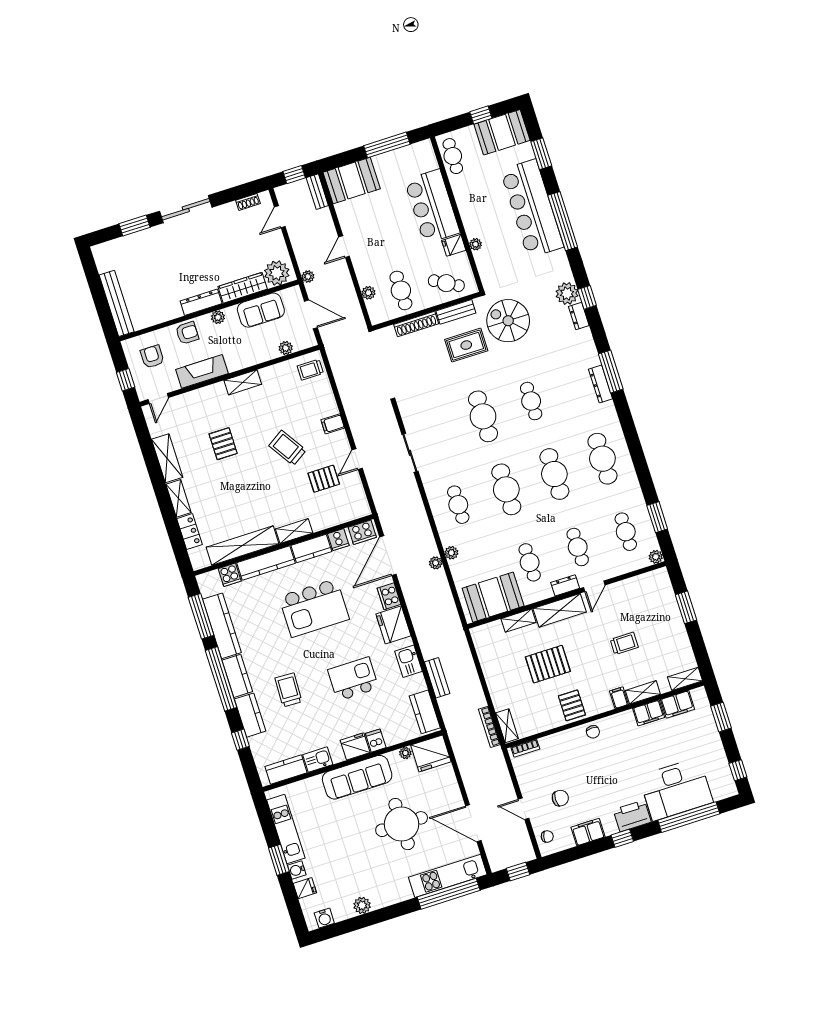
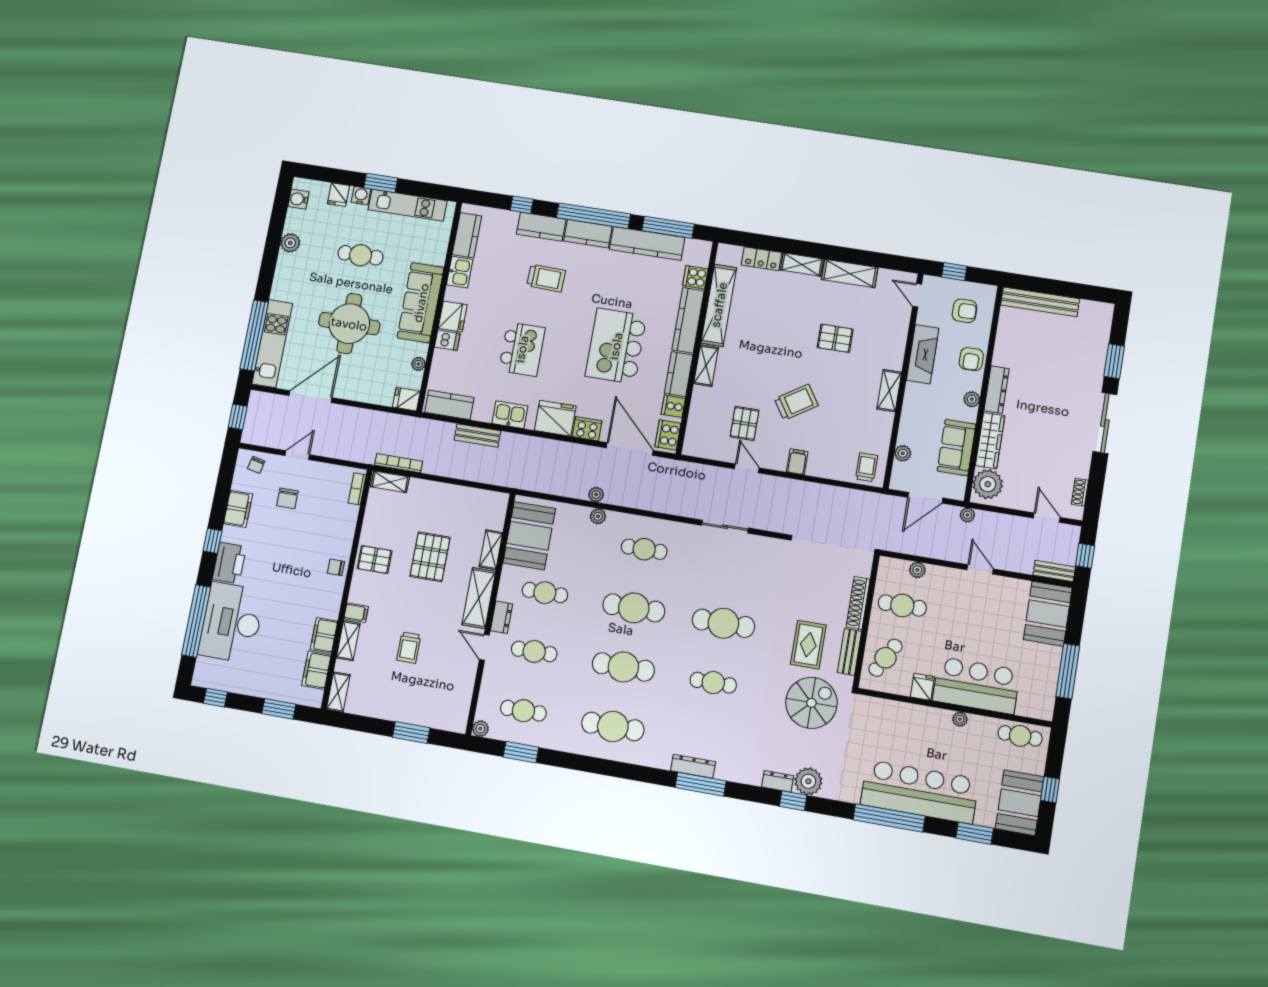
plant: (476, 244) -> (960, 719), moved
fridge: (431, 753) -> (406, 399), width x0.53, depth x0.75
cafe table: (344, 845) -> (361, 255), added

